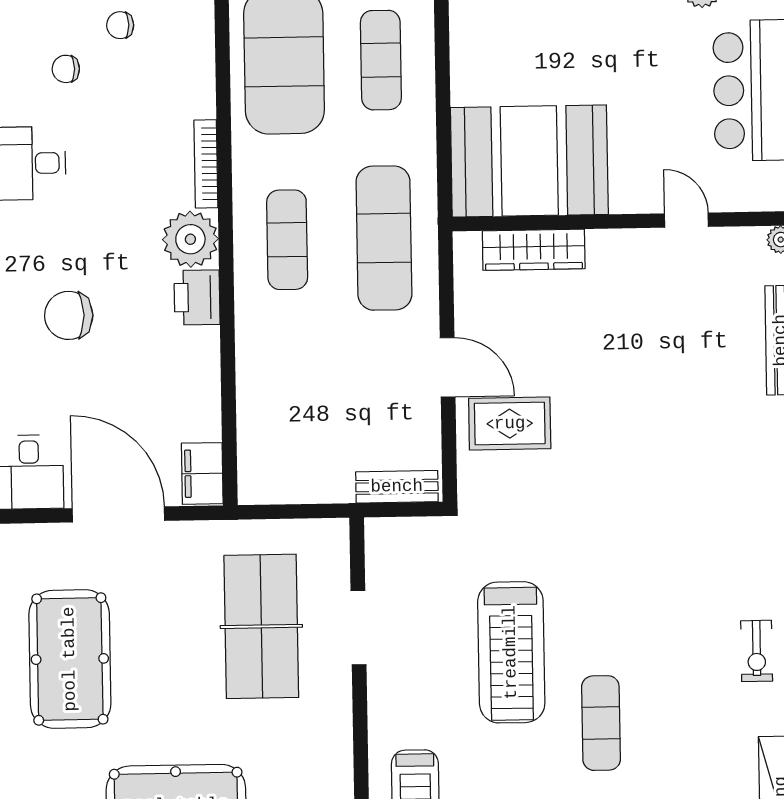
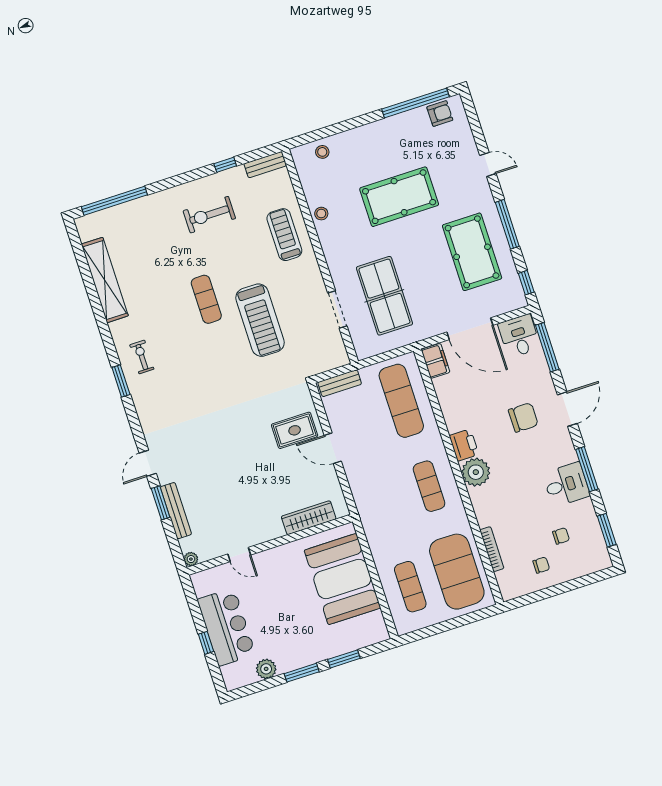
booth: (529, 161) -> (342, 579), moved, turned 90
bookcase: (206, 164) -> (492, 549), moved
exercise mat: (384, 238) -> (401, 401), moved
treadmill: (511, 652) -> (260, 320), turned 180

